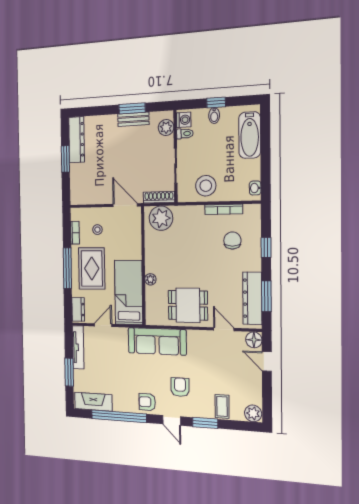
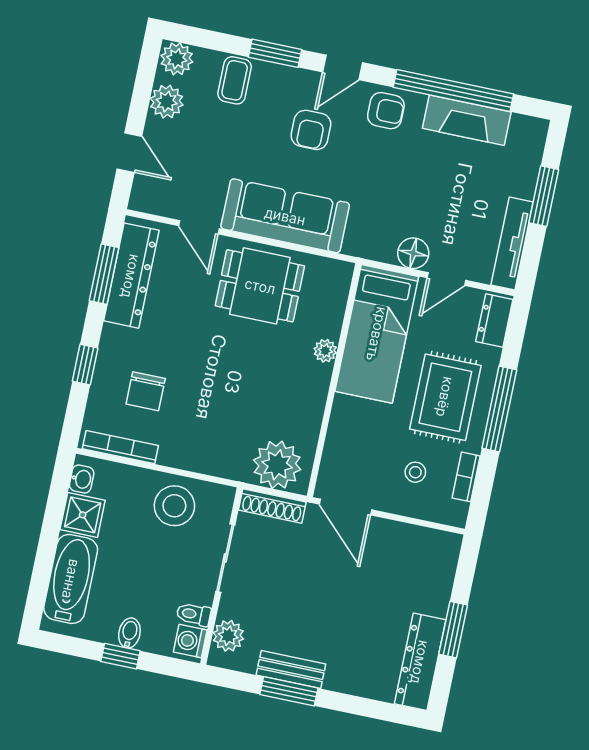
shower: (251, 170) -> (83, 515), added
bookcase: (224, 209) -> (120, 447), moved
floor lamp: (254, 340) -> (413, 253), moved
sofa: (157, 341) -> (285, 216), moved
plant: (253, 391) -> (167, 102), added
fireplace: (93, 402) -> (467, 120), moved
door: (172, 420) -> (343, 67), swing flipped

